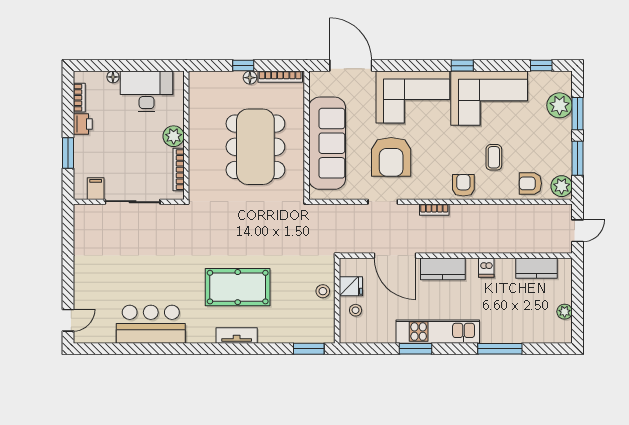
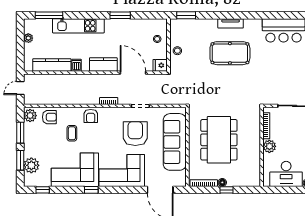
kitchen counter: (536, 268) -> (52, 65), width x1.50
fridge: (351, 286) -> (160, 65), moved
kitchen unit: (438, 332) -> (78, 26), moved
window: (500, 349) -> (49, 15), moved

